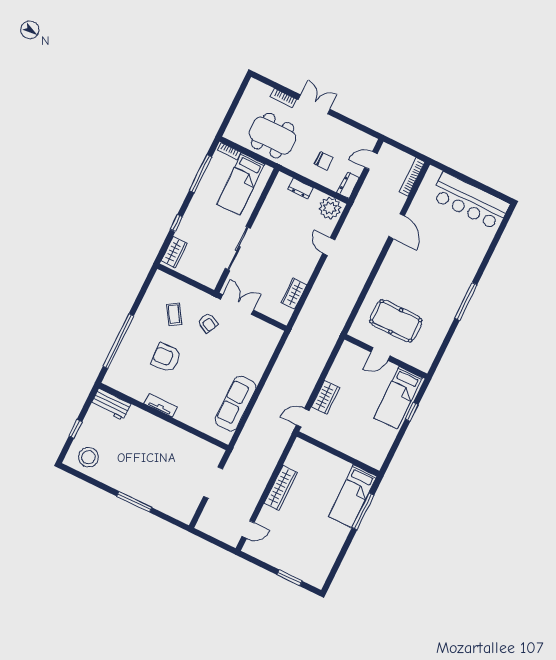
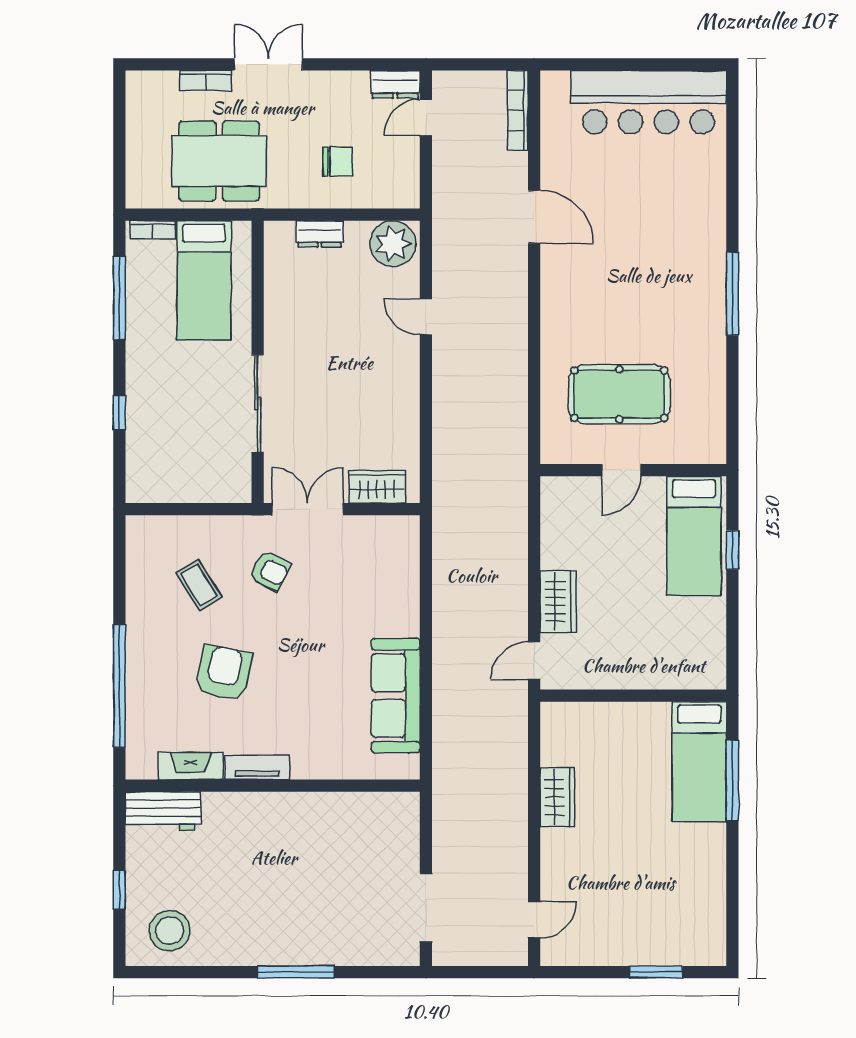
dresser: (348, 185) -> (395, 84), moved, turned -90
wardrobe: (174, 252) -> (142, 469), removed
wardrobe: (294, 293) -> (377, 487), moved, turned 90
armchair: (166, 358) -> (224, 673), turned 104
fireplace: (132, 391) -> (190, 766), added
doorway: (213, 483) -> (426, 908), moved
wardrobe: (281, 488) -> (557, 797), width x0.67

